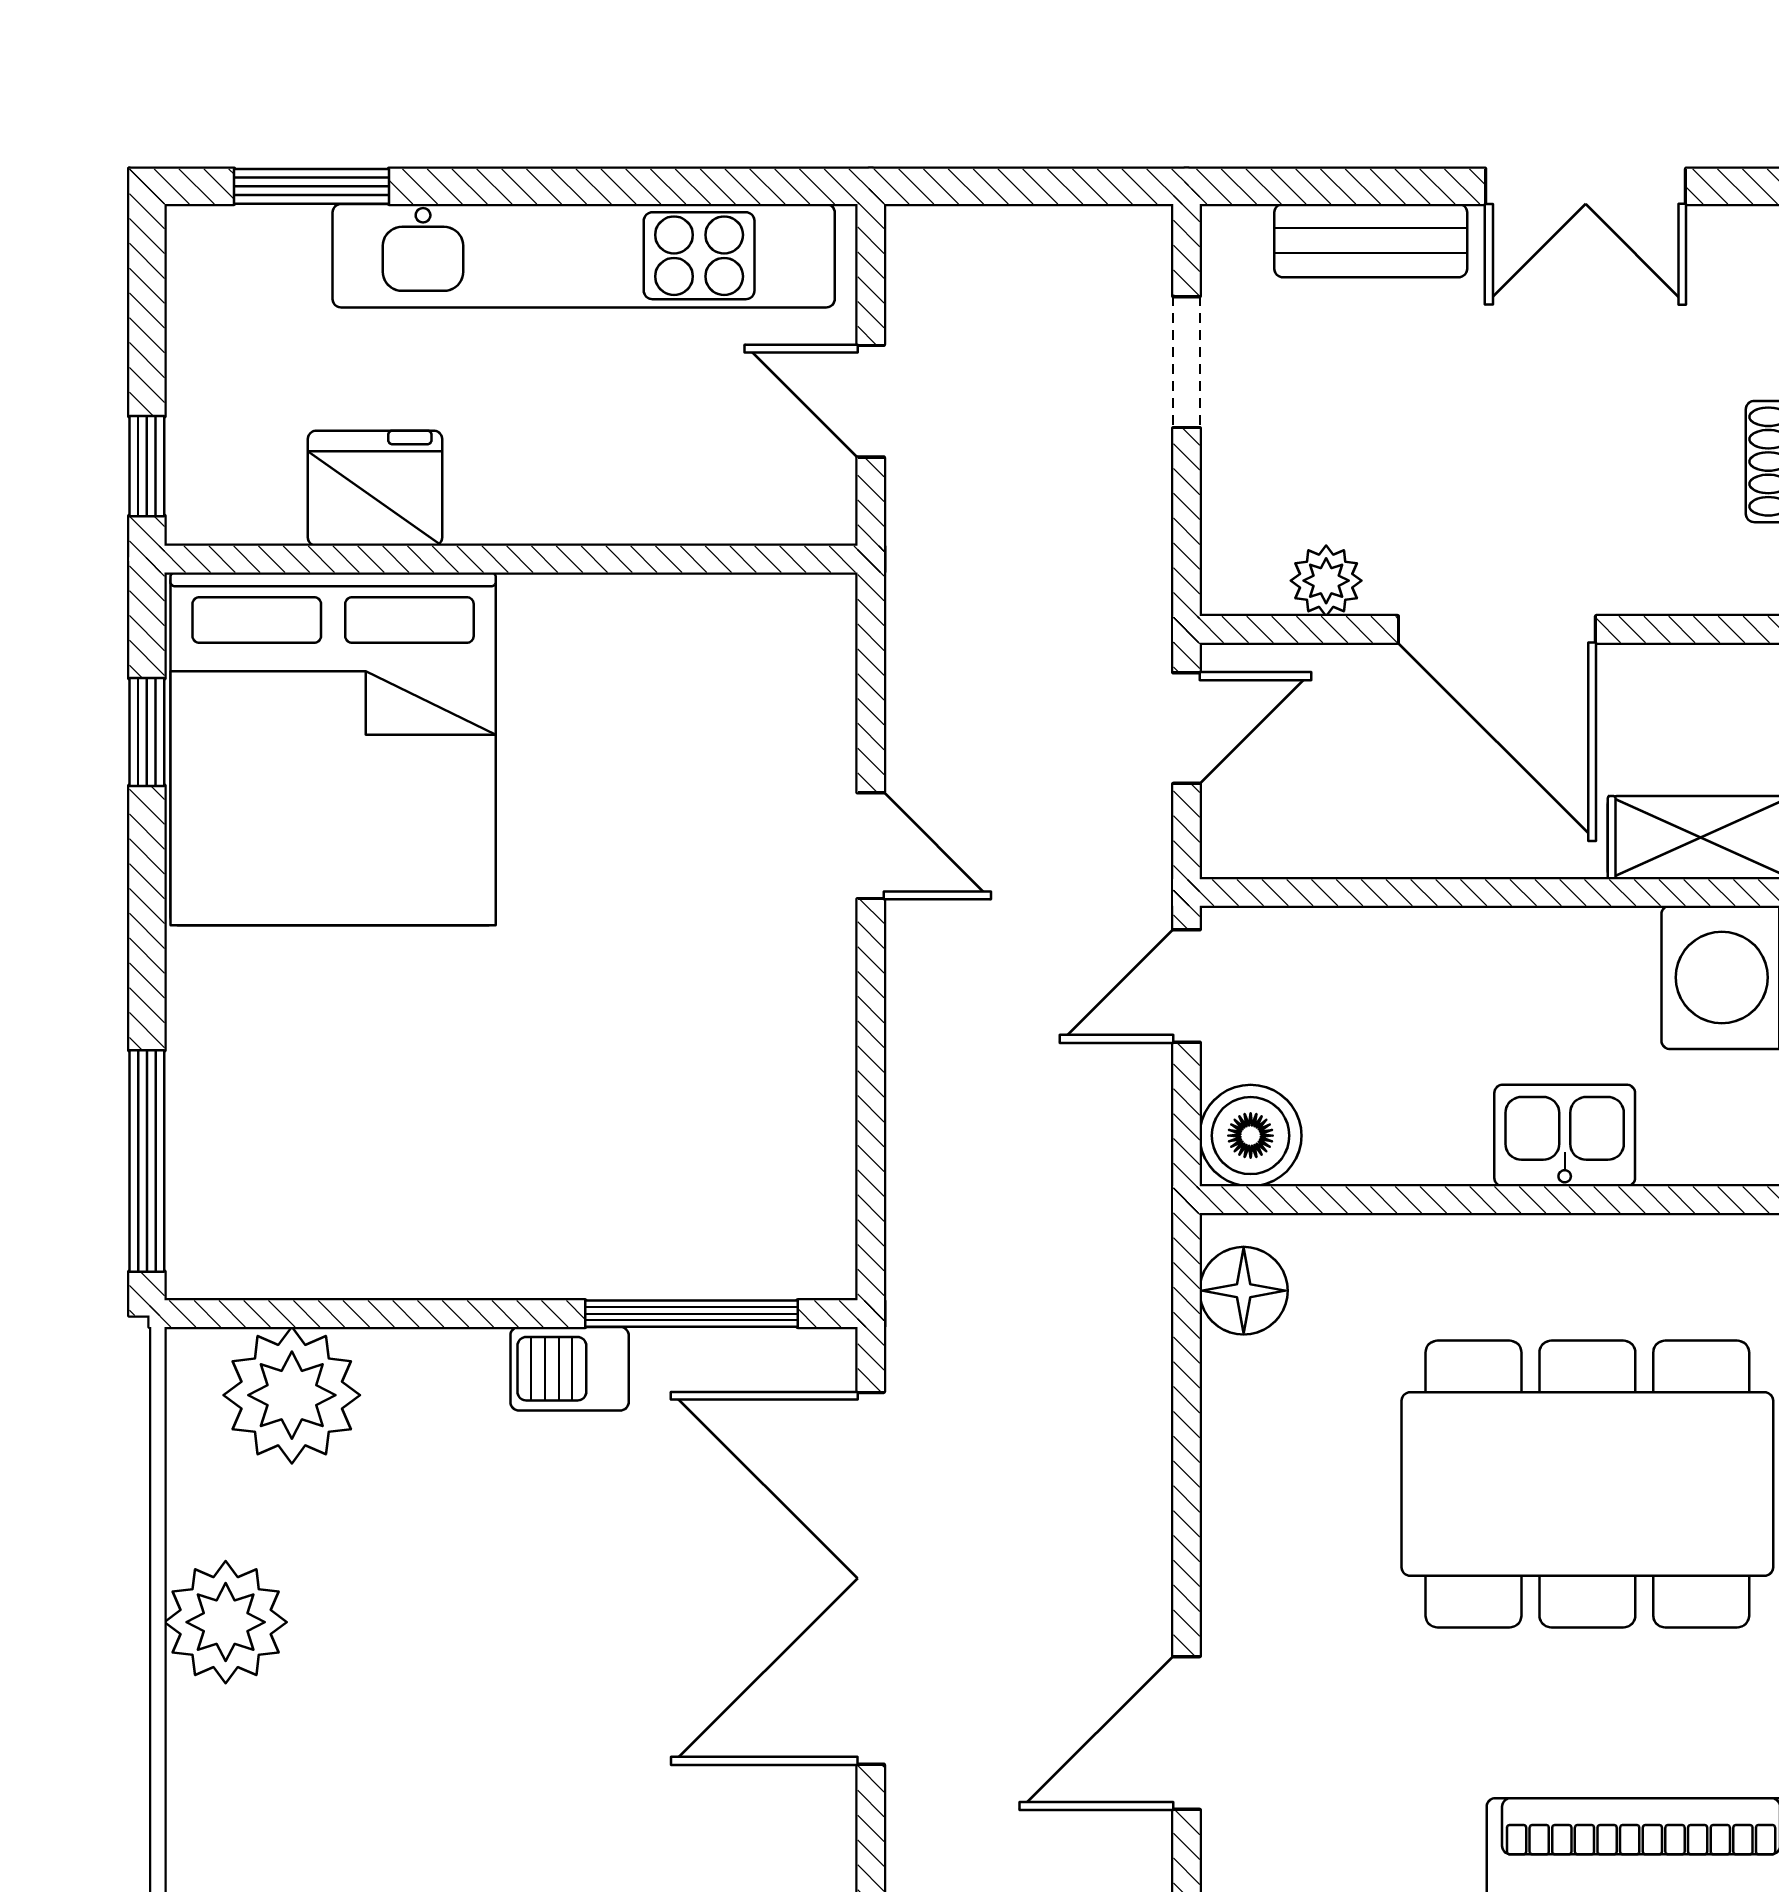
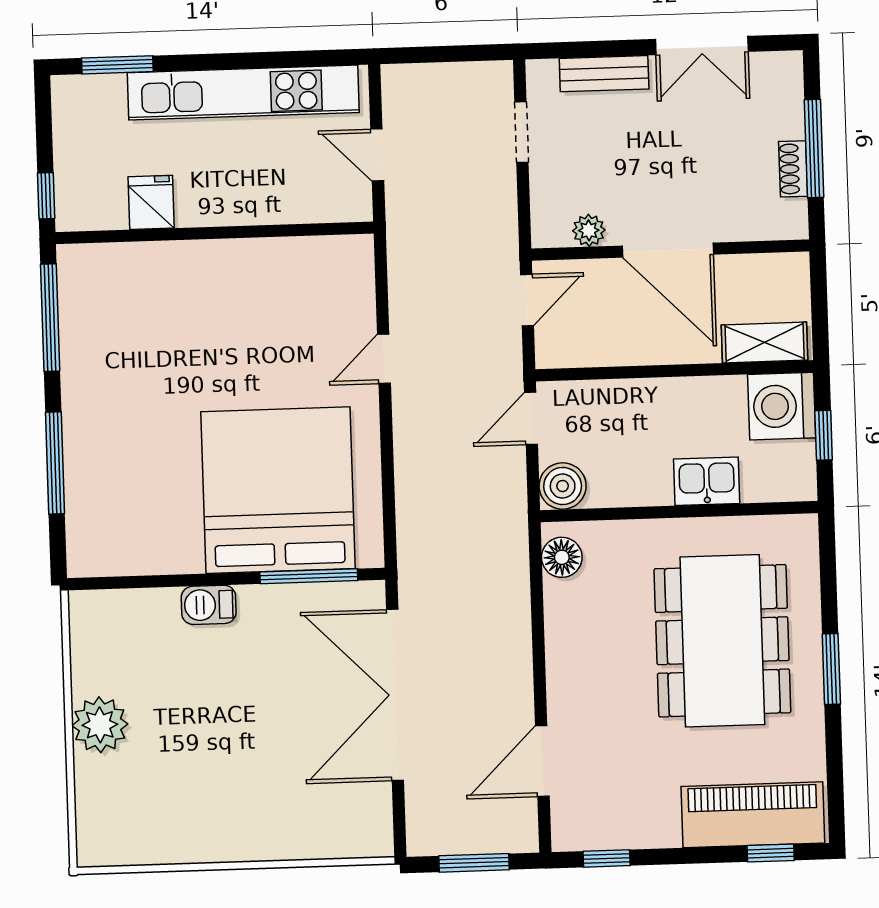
fridge: (375, 488) -> (151, 202), width x0.72
window: (147, 732) -> (50, 318), width x2.17
bed: (333, 749) -> (278, 490), moved, turned 180
door: (871, 846) -> (384, 359), swing flipped
window: (147, 1161) -> (55, 463), moved
barbecue: (570, 1369) -> (209, 605), moved
plant: (292, 1395) -> (127, 620), removed
dining table: (1587, 1484) -> (722, 641), turned 90

